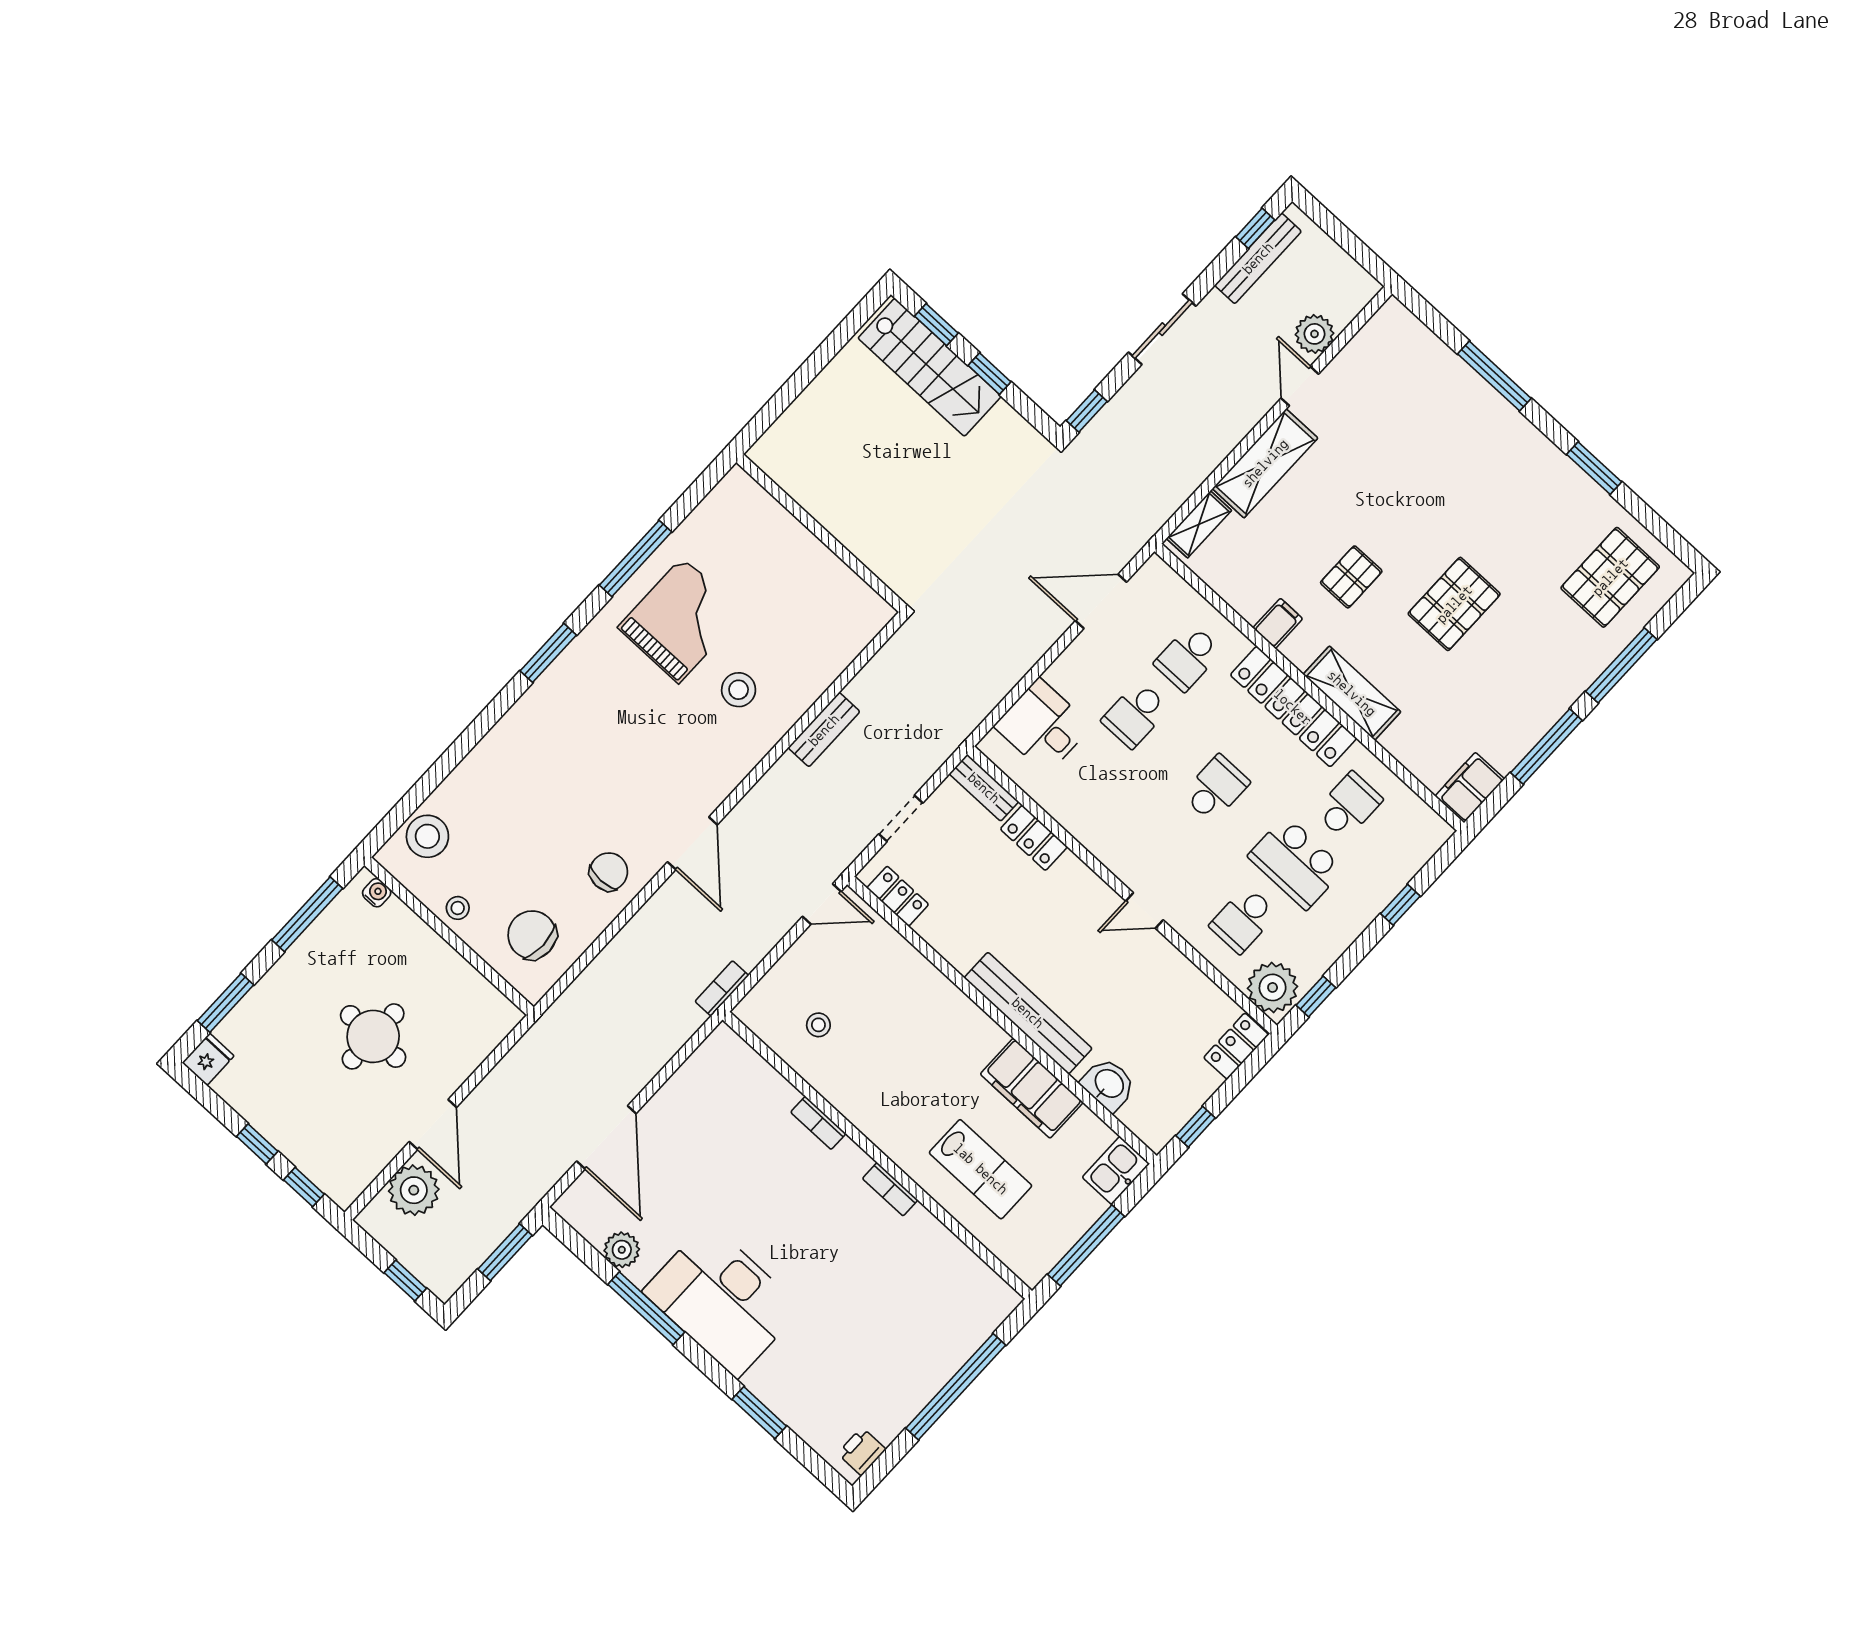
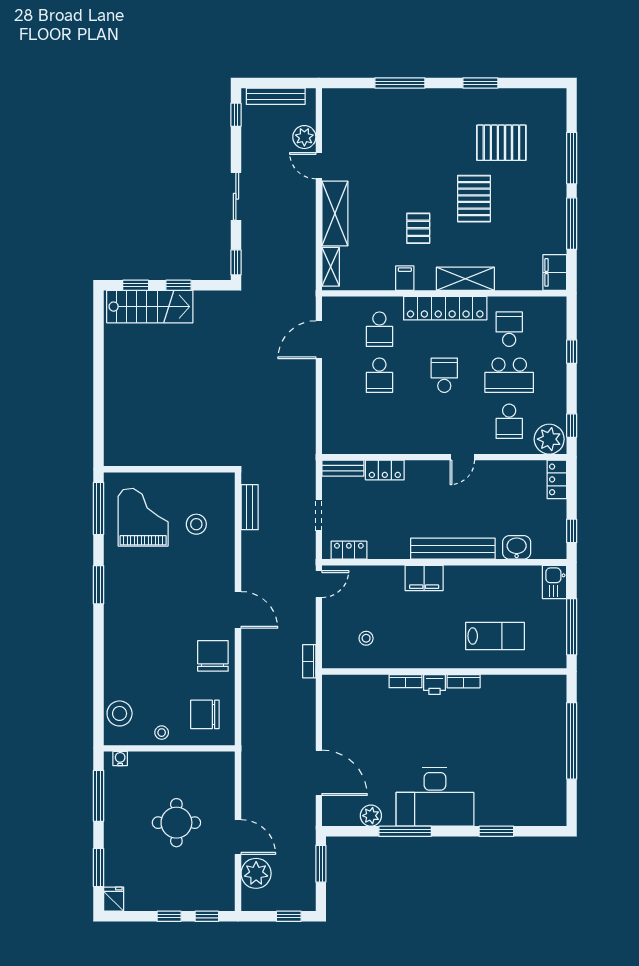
bench: (1258, 258) -> (276, 96), moved, turned 90
wall: (821, 533) -> (169, 469), moved
pallet: (1610, 577) -> (501, 143), moved, turned 90
desk: (1043, 726) -> (344, 418), removed
chair: (609, 872) -> (213, 656), width x1.37, depth x1.37
filing cabinet: (1032, 1088) -> (424, 578), moved, width x0.67, depth x0.86
printer: (862, 1451) -> (434, 684), moved, turned -90

